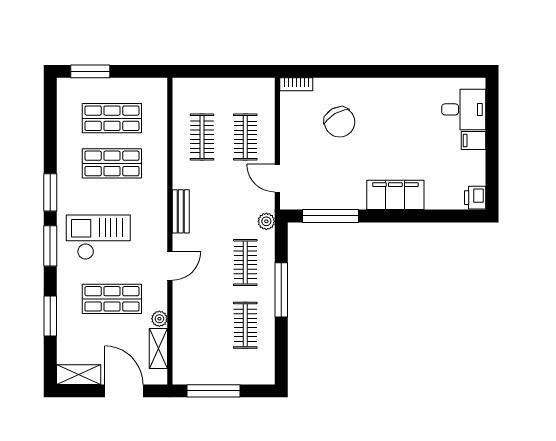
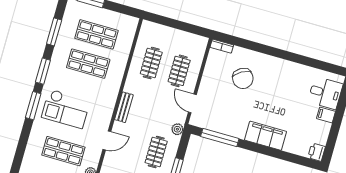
checkout: (98, 237) -> (66, 109), turned 180
window: (50, 316) -> (54, 32), moved

